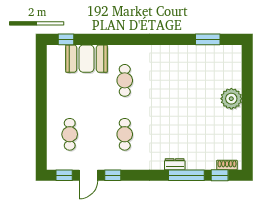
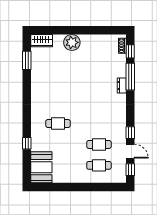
window: (66, 39) -> (27, 143), moved
booth: (87, 59) -> (41, 167), moved
wardrobe: (234, 59) -> (42, 41), added
cafe table: (125, 134) -> (99, 144), moved

